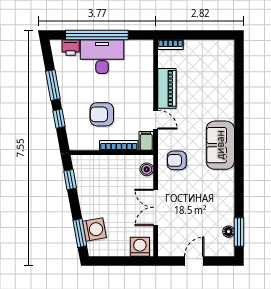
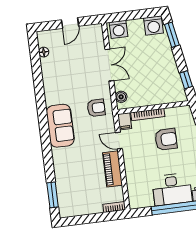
washing machine: (94, 229) -> (153, 26), moved, turned -80
window: (239, 232) -> (53, 195), moved

